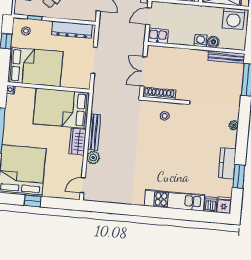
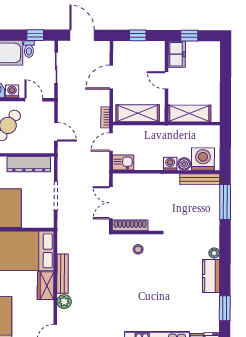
washing machine: (234, 19) -> (203, 159), moved, turned 180
kitchen counter: (227, 163) -> (211, 276), moved

